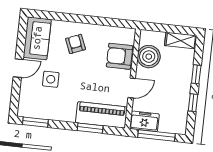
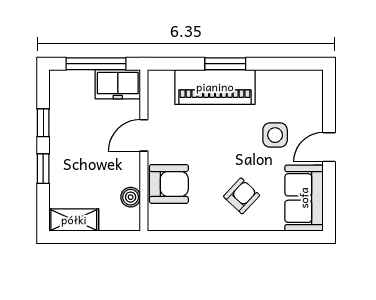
armchair: (76, 44) -> (242, 196), turned -115
boiler: (149, 57) -> (131, 197), width x0.54, depth x0.54
piano: (101, 115) -> (215, 87), moved
window: (35, 122) -> (292, 64), removed
window: (90, 128) -> (225, 64), moved

